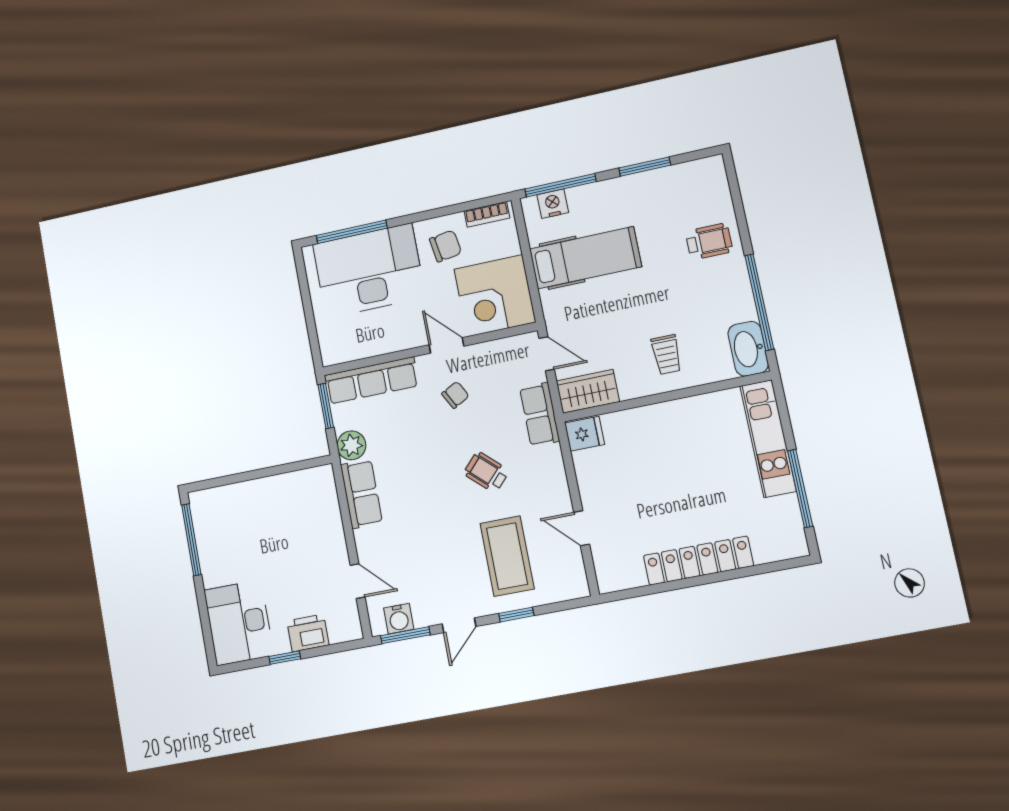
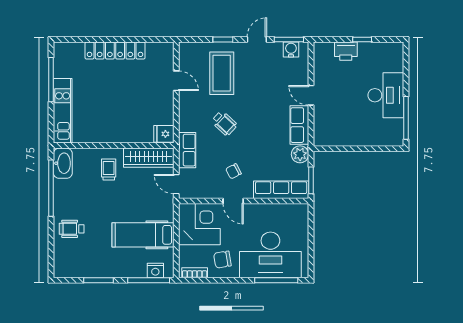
wardrobe: (588, 391) -> (149, 158), width x1.50
door: (358, 581) -> (311, 95), moved
desk: (239, 623) -> (386, 95), moved

